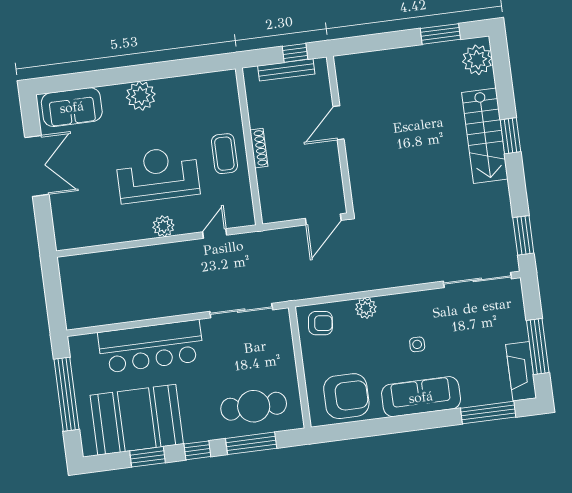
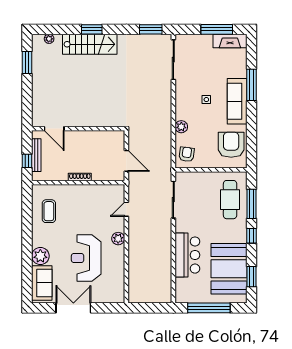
window: (295, 53) -> (27, 161), moved
plant: (477, 60) -> (49, 39), width x0.53, depth x0.53
plant: (141, 96) -> (40, 256), moved
door: (338, 123) -> (54, 129), moved
coffee table: (224, 154) -> (49, 211), moved, turned 90
reception desk: (158, 174) -> (86, 258), moved
door: (323, 219) -> (126, 161), moved
door: (215, 234) -> (126, 209), hinge flipped
bar counter: (151, 346) -> (187, 255), width x0.73
window: (488, 413) -> (251, 85), moved
window: (148, 457) -> (251, 277), moved

